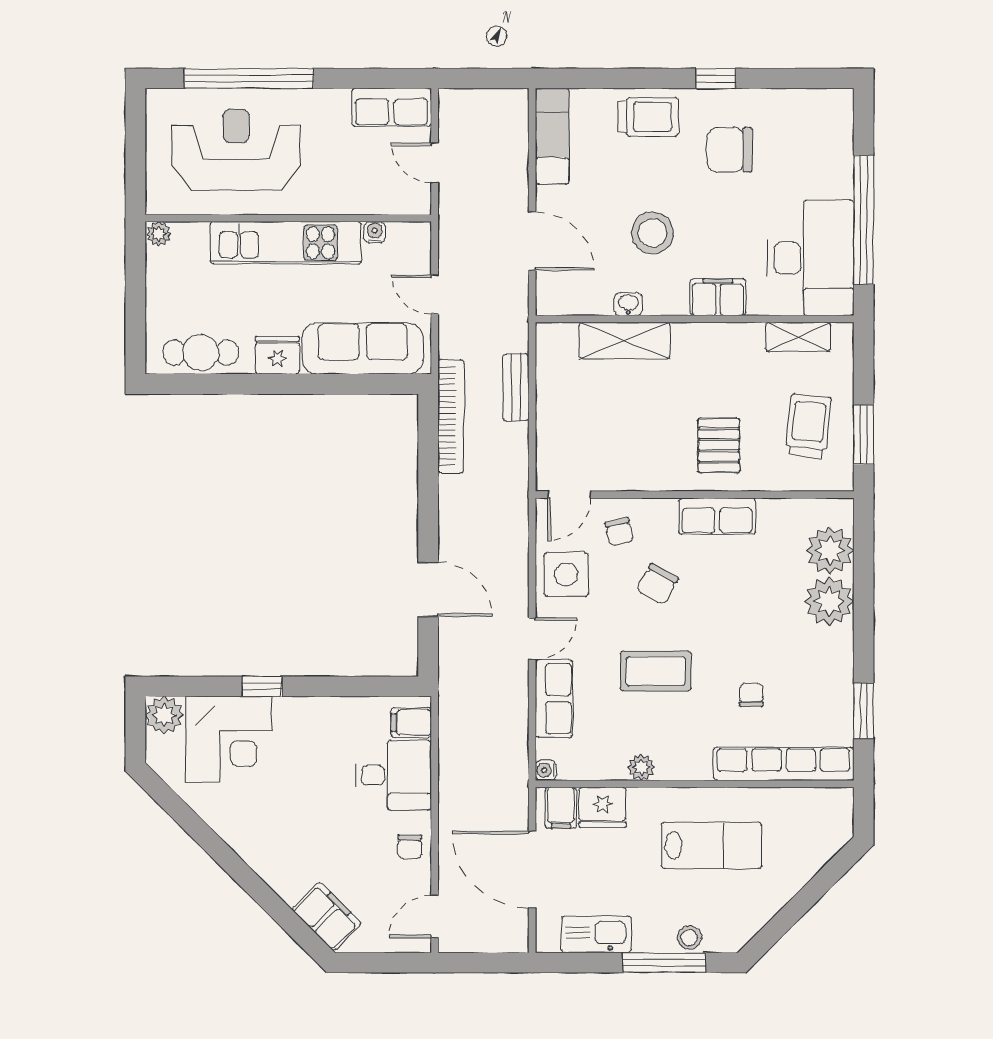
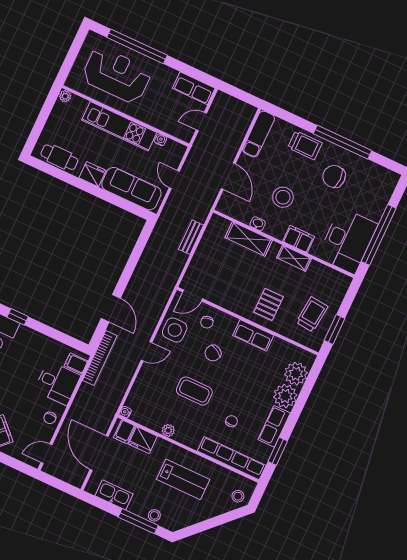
window: (716, 78) -> (343, 142), width x3.17
door: (435, 163) -> (201, 122), hinge flipped
shelving: (798, 337) -> (294, 258), moved
bookcase: (451, 416) -> (100, 358), moved
row of seats: (554, 699) -> (274, 426), moved, turned 180
stool: (828, 829) -> (238, 496), added

